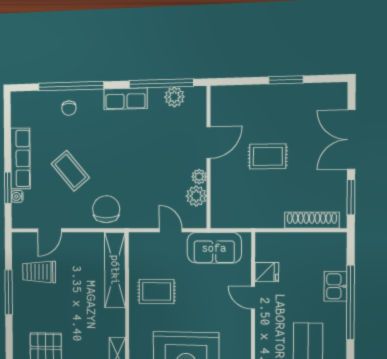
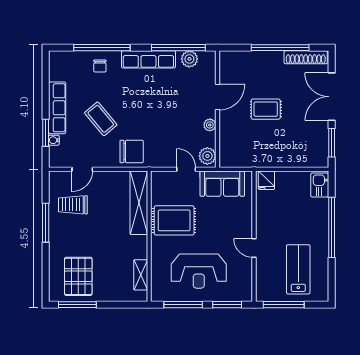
window: (286, 80) -> (280, 48), width x2.11
row of seats: (126, 99) -> (148, 59), width x1.48
plant: (196, 196) -> (207, 156), moved
chair: (106, 209) -> (132, 152), turned 90
shoe rack: (312, 220) -> (306, 57), moved, turned 180
fridge: (267, 272) -> (266, 180), moved, turned 90
kitchen sink: (335, 286) -> (320, 185), moved
rug: (157, 291) -> (174, 220), width x1.36, depth x1.43
door: (253, 298) -> (254, 248), moved

